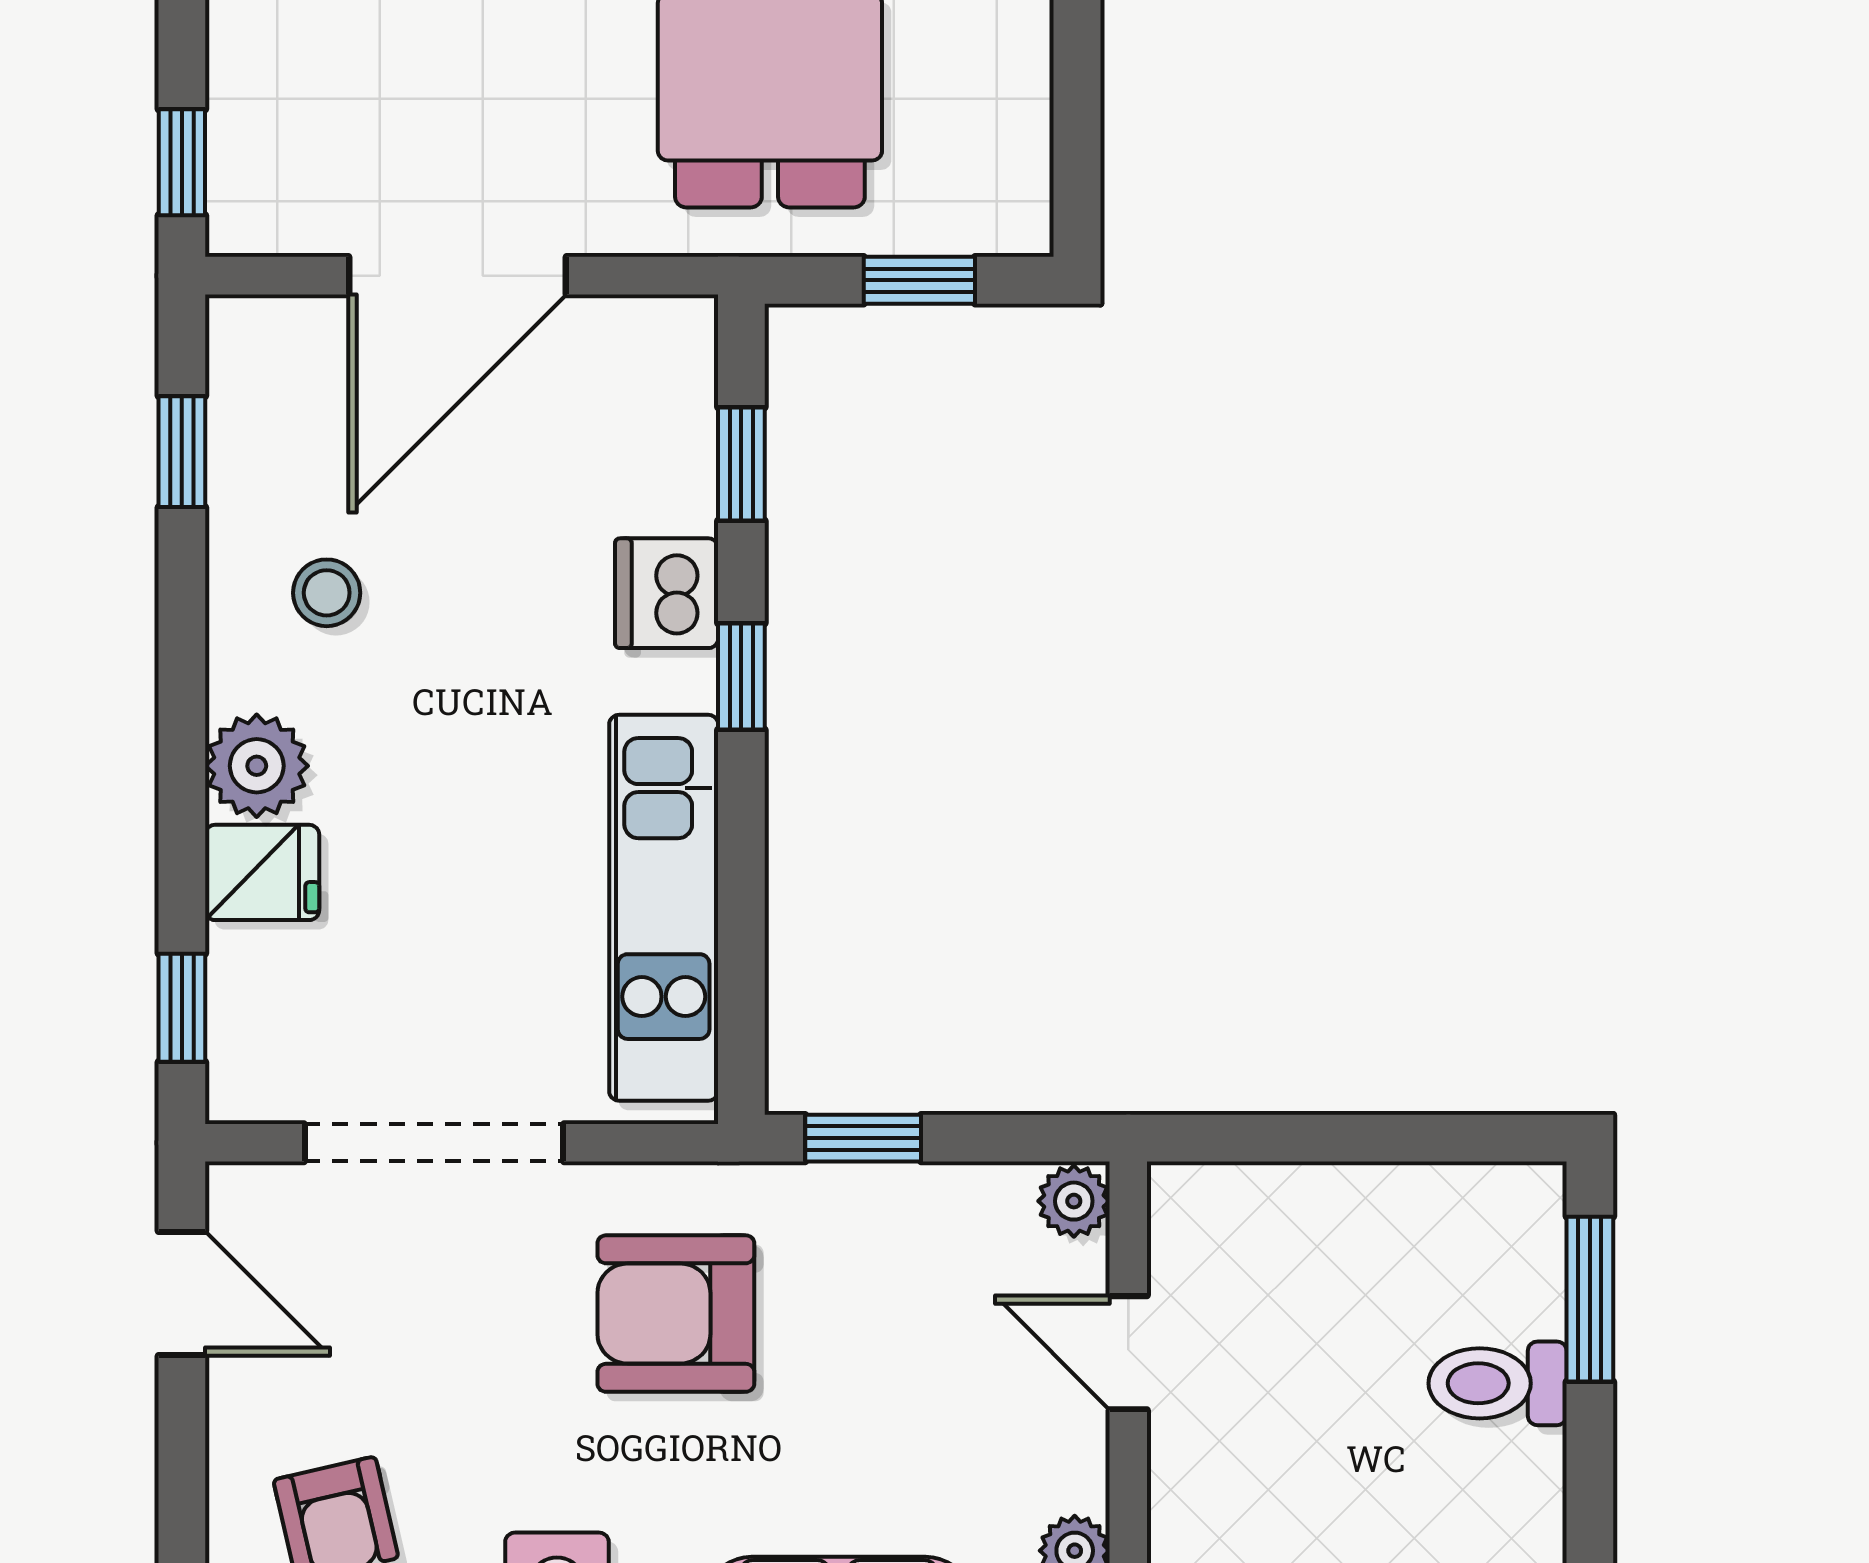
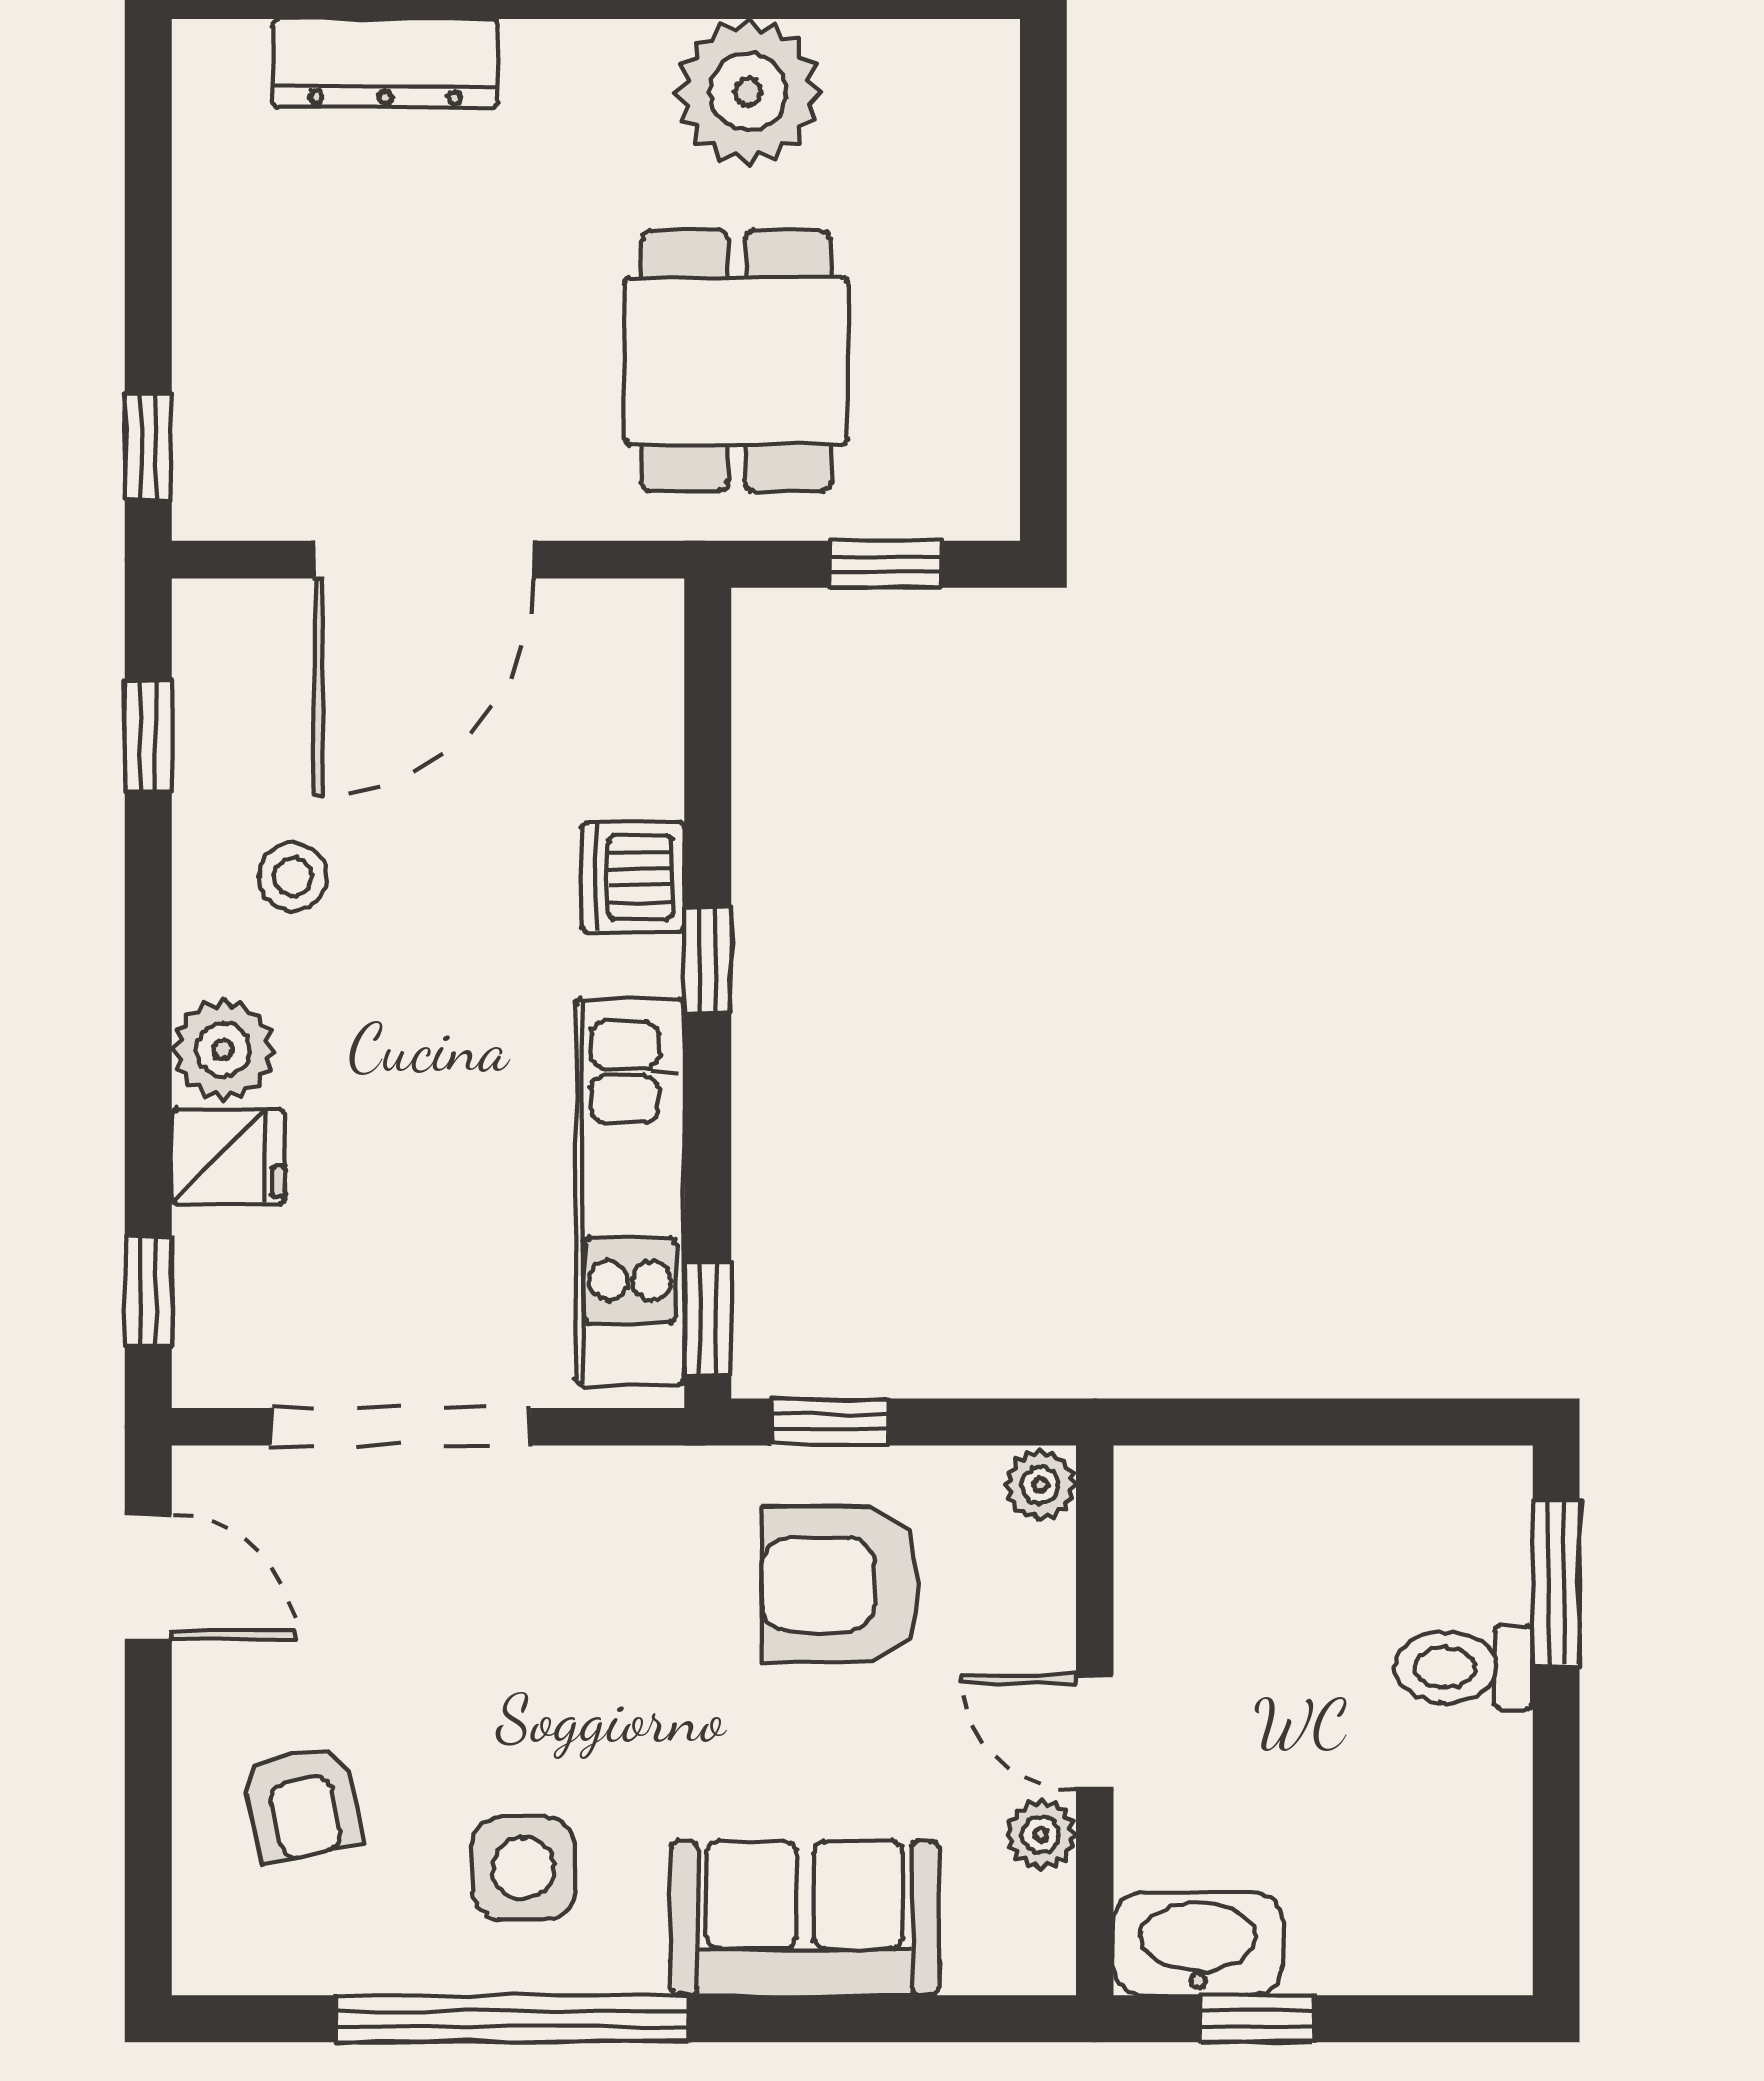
window: (741, 464) -> (708, 1319), moved
armchair: (676, 1314) -> (840, 1584), moved
door: (1128, 1353) -> (1095, 1732), moved

